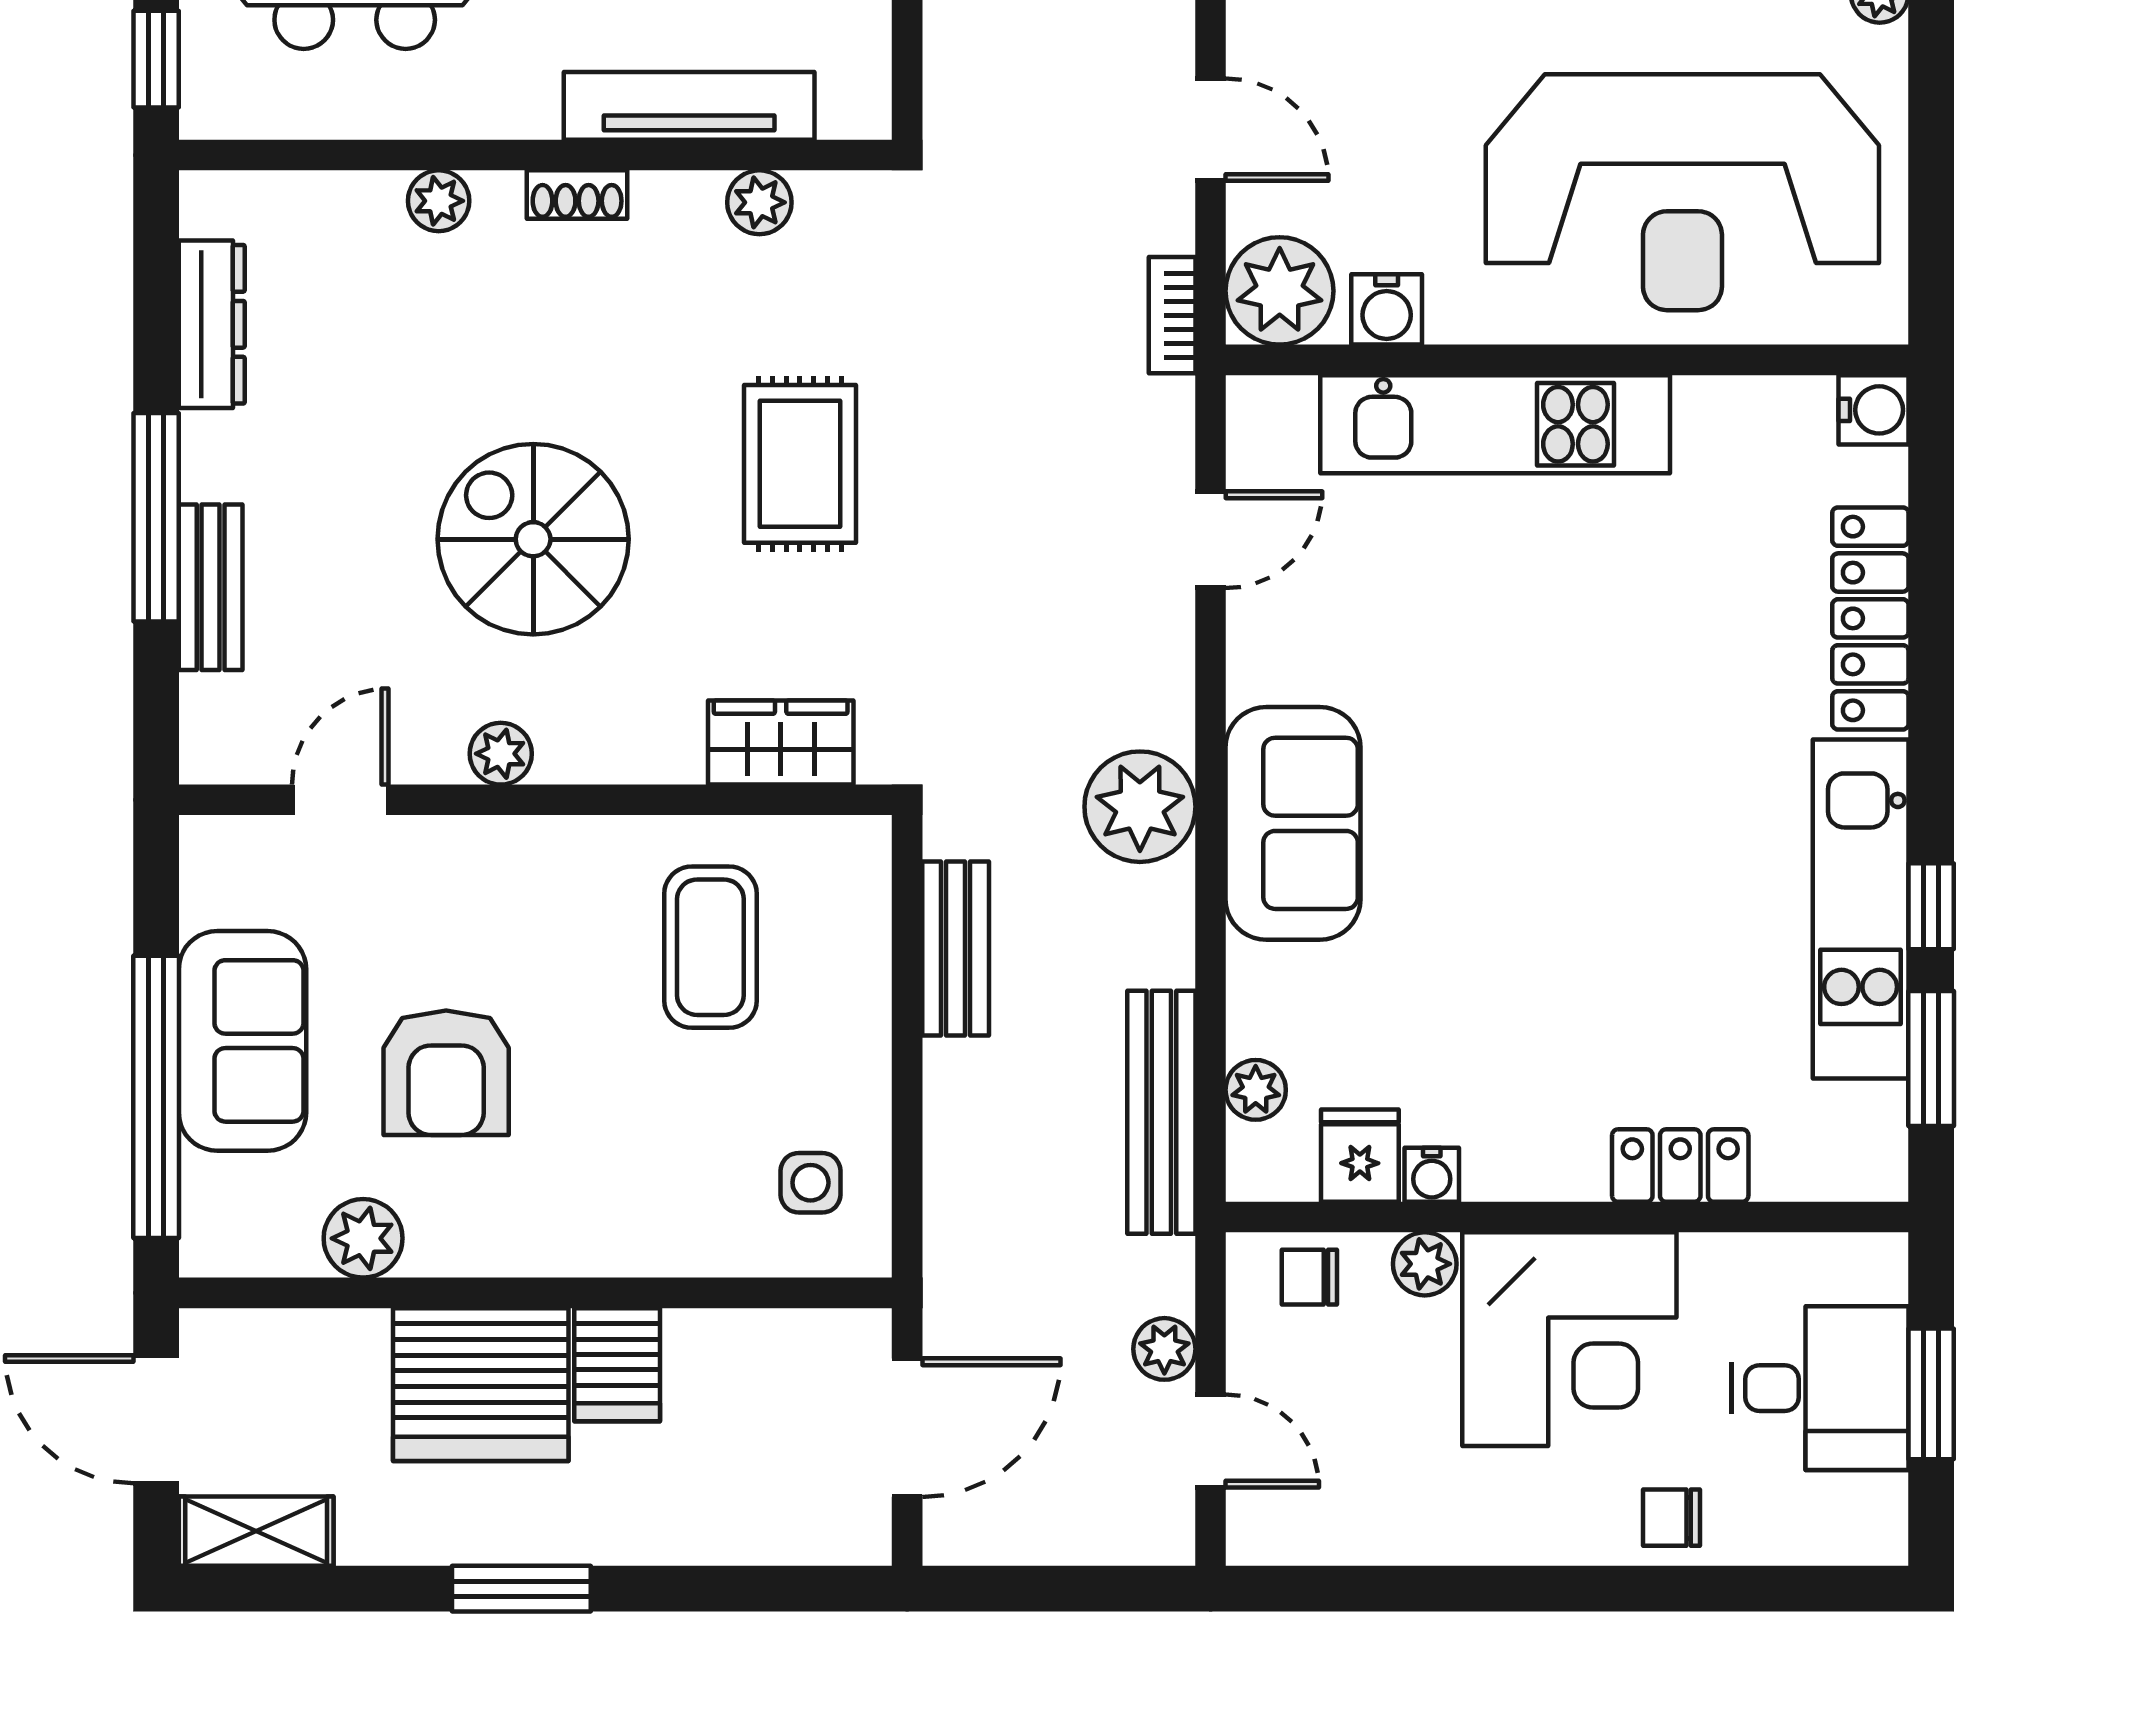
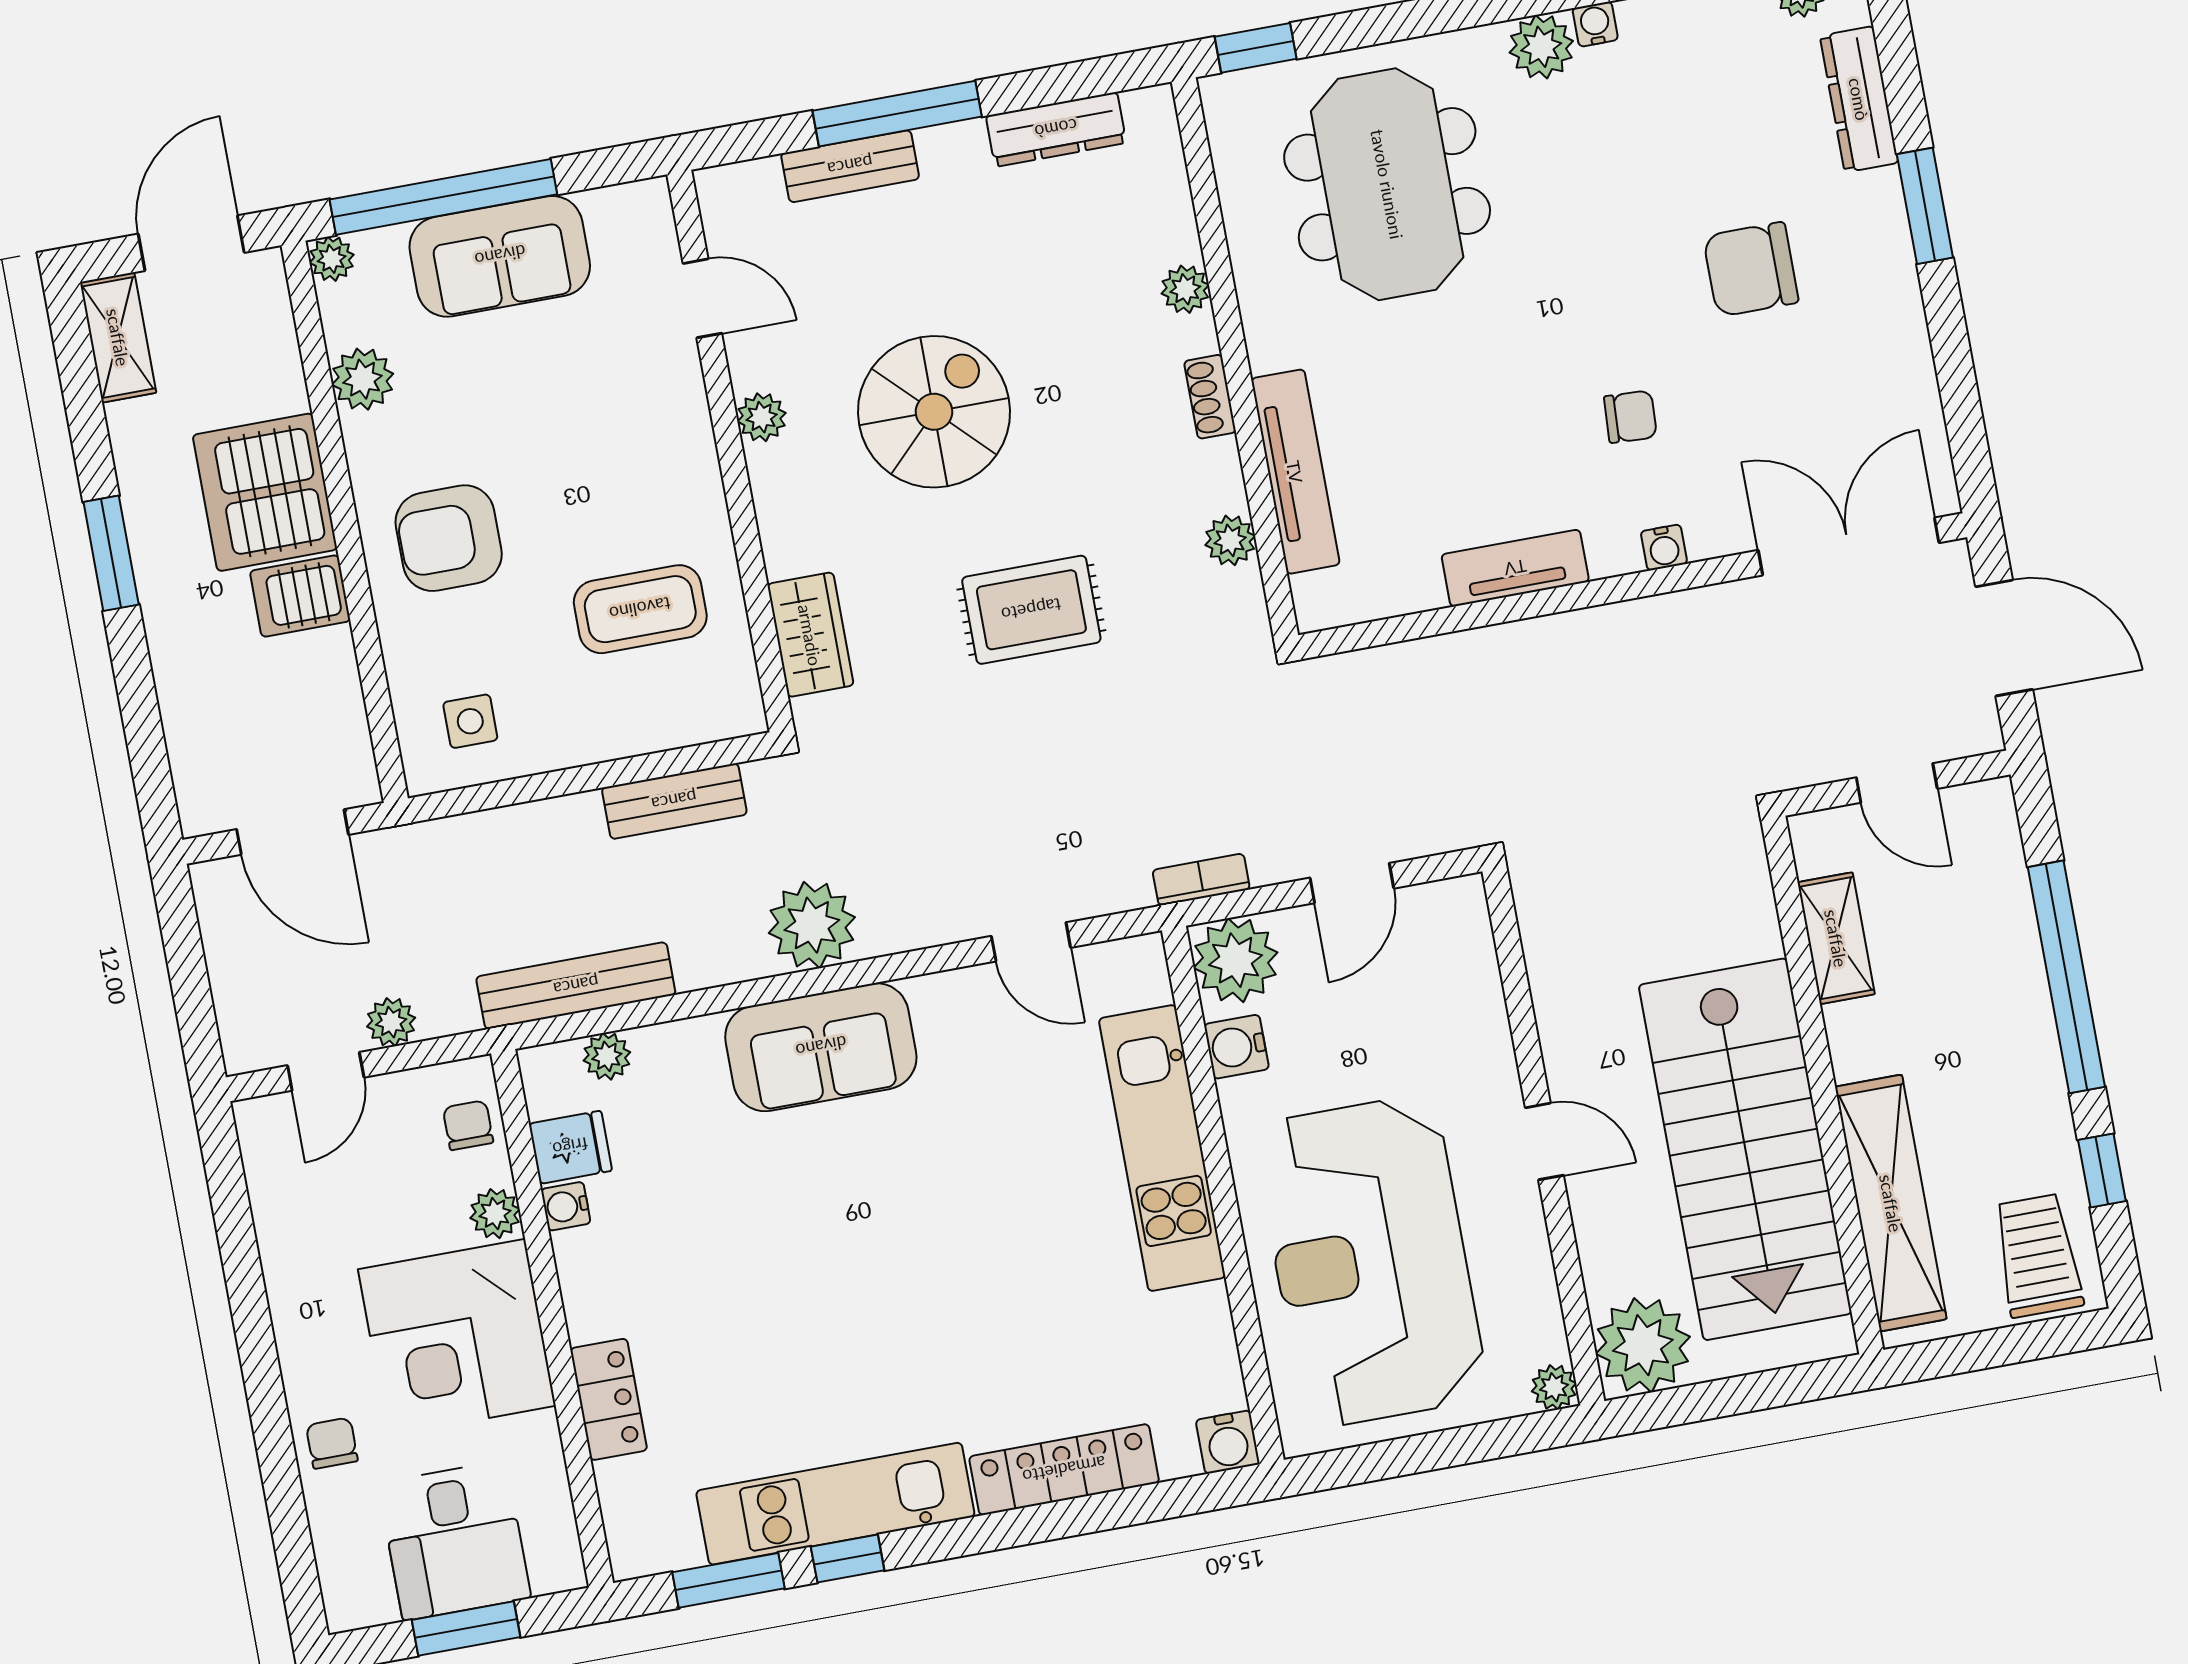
armchair: (446, 1073) -> (449, 538), moved
plant: (207, 1249) -> (332, 259), added

